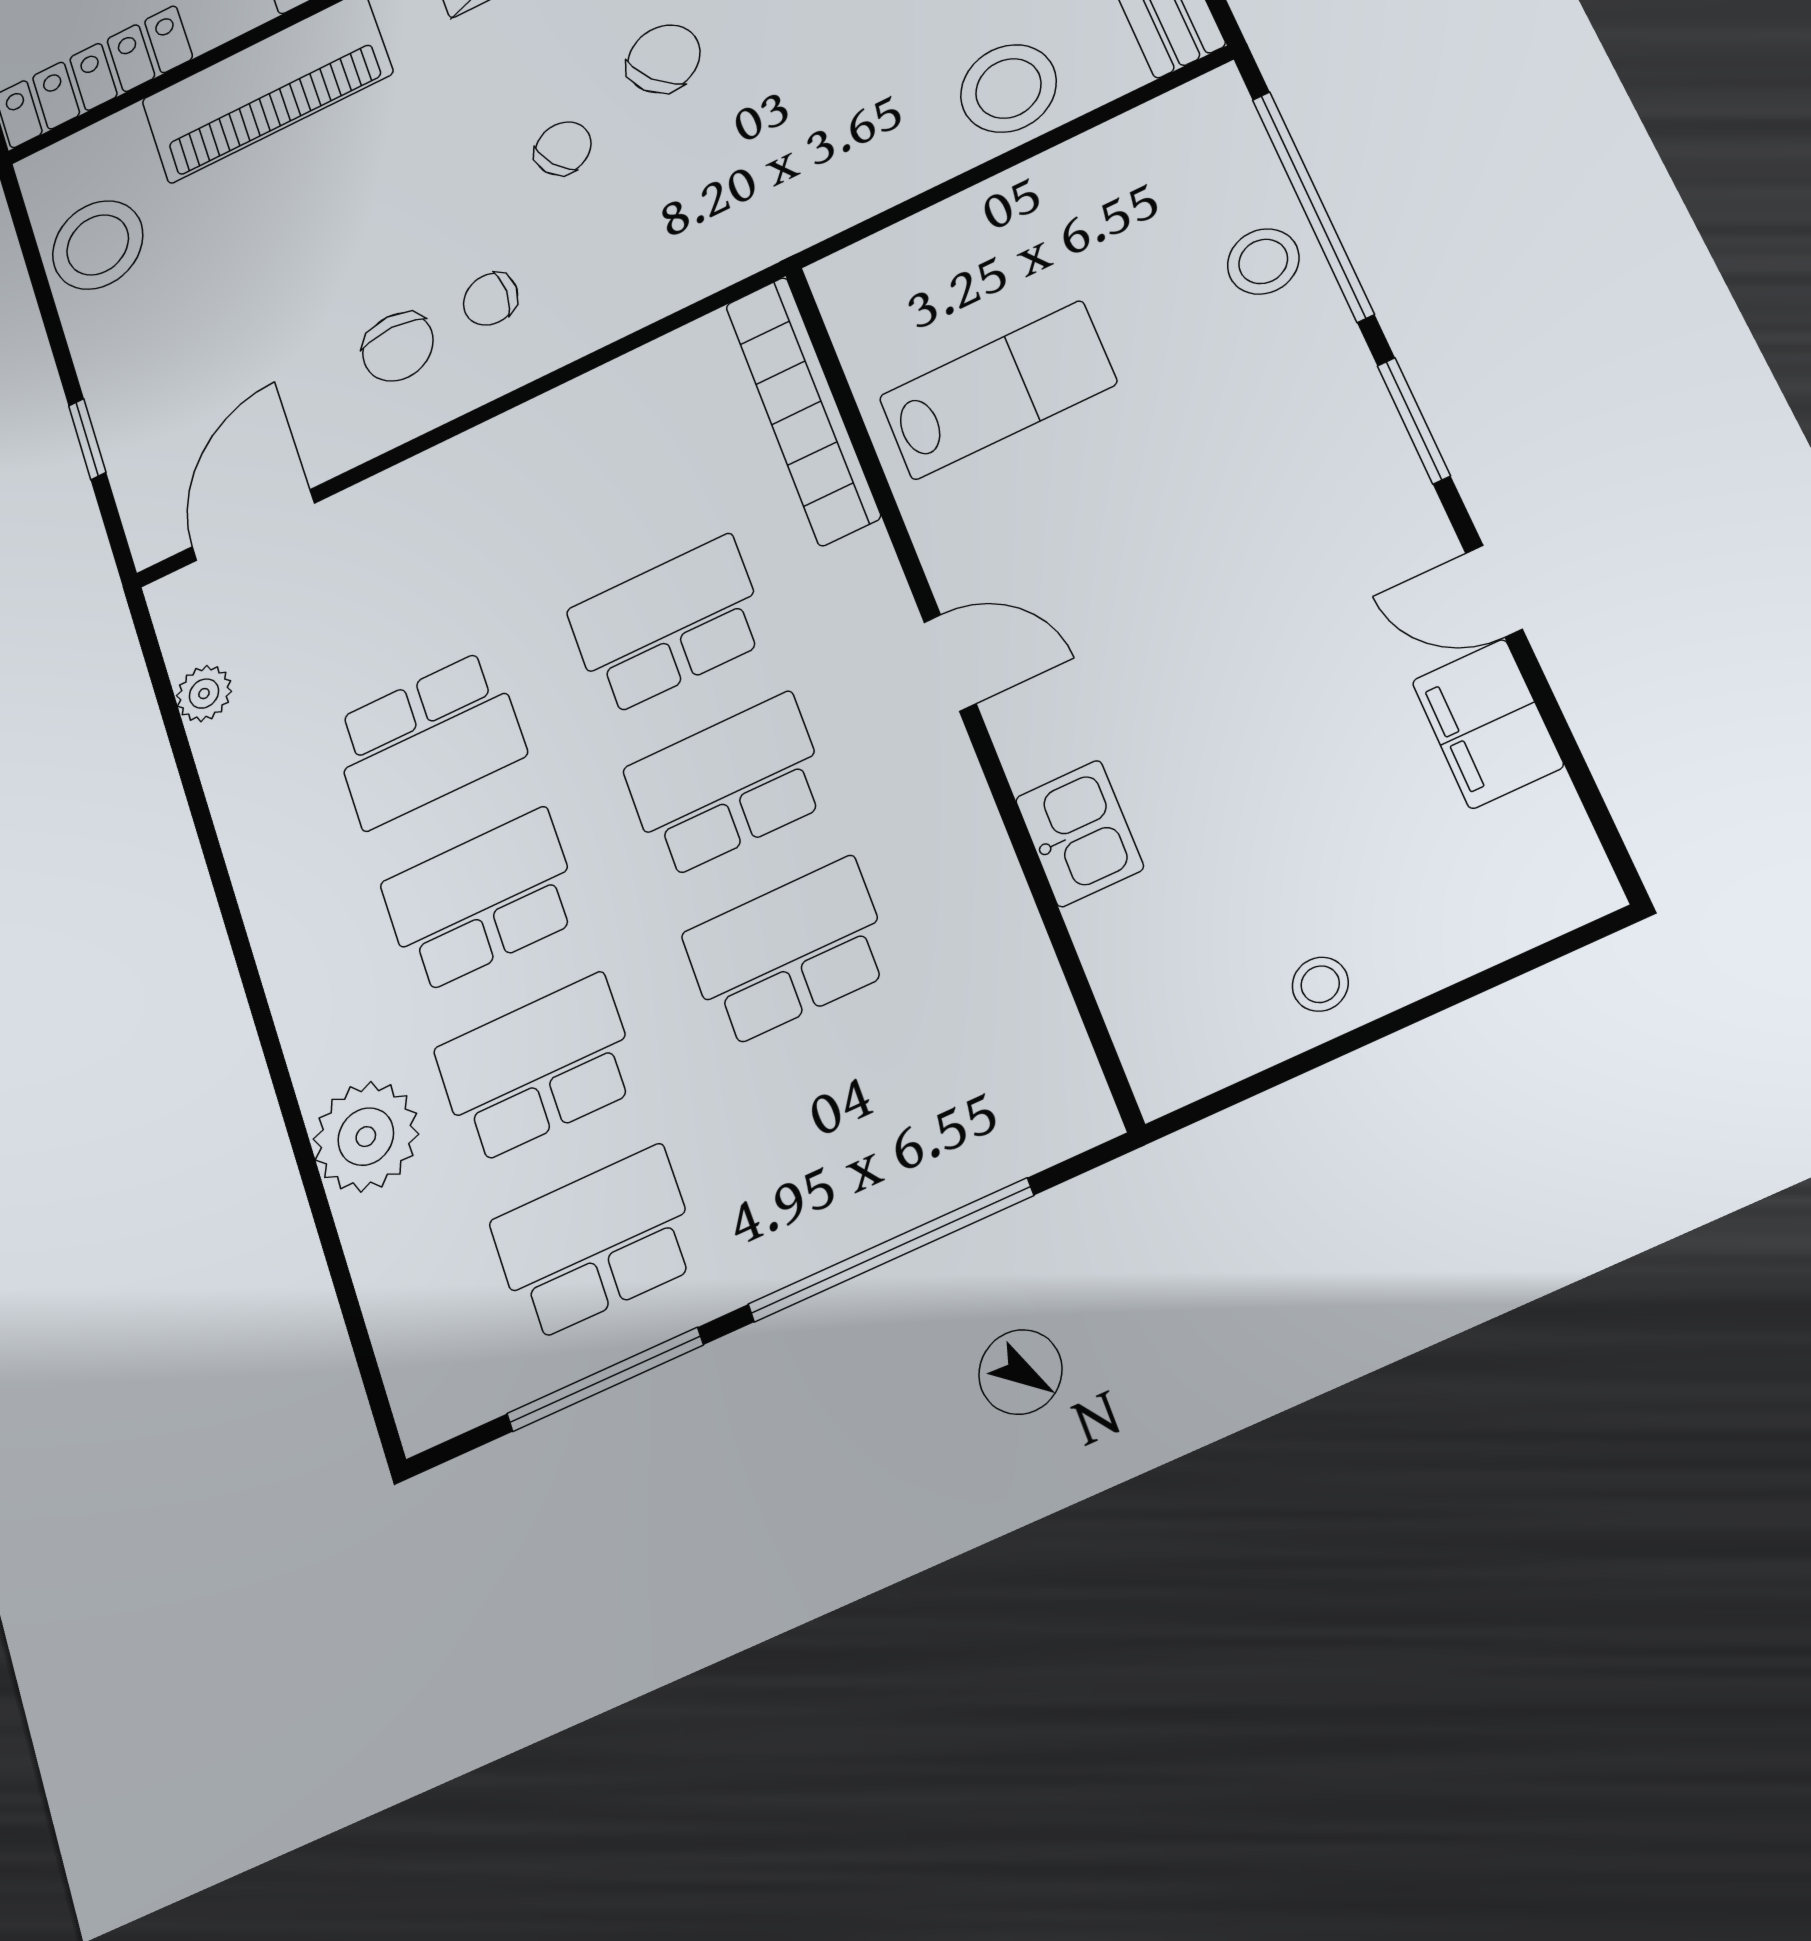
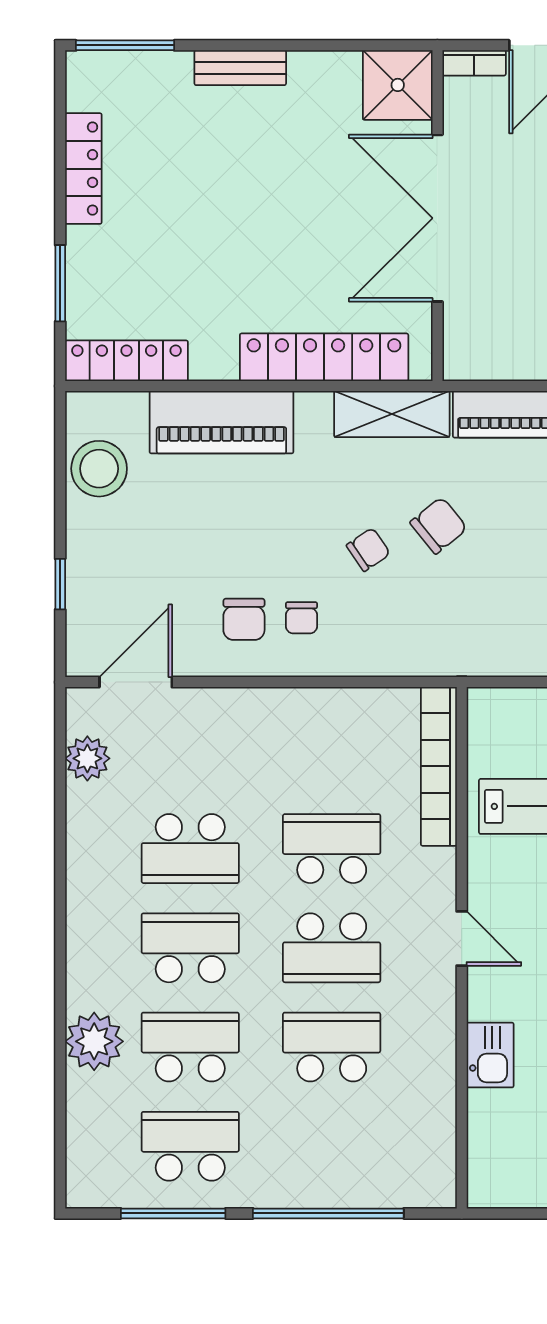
chair: (491, 299) -> (301, 618), turned -90
plant: (204, 694) -> (87, 758), width x1.38, depth x1.38
school desk: (727, 785) -> (332, 948), turned 180

